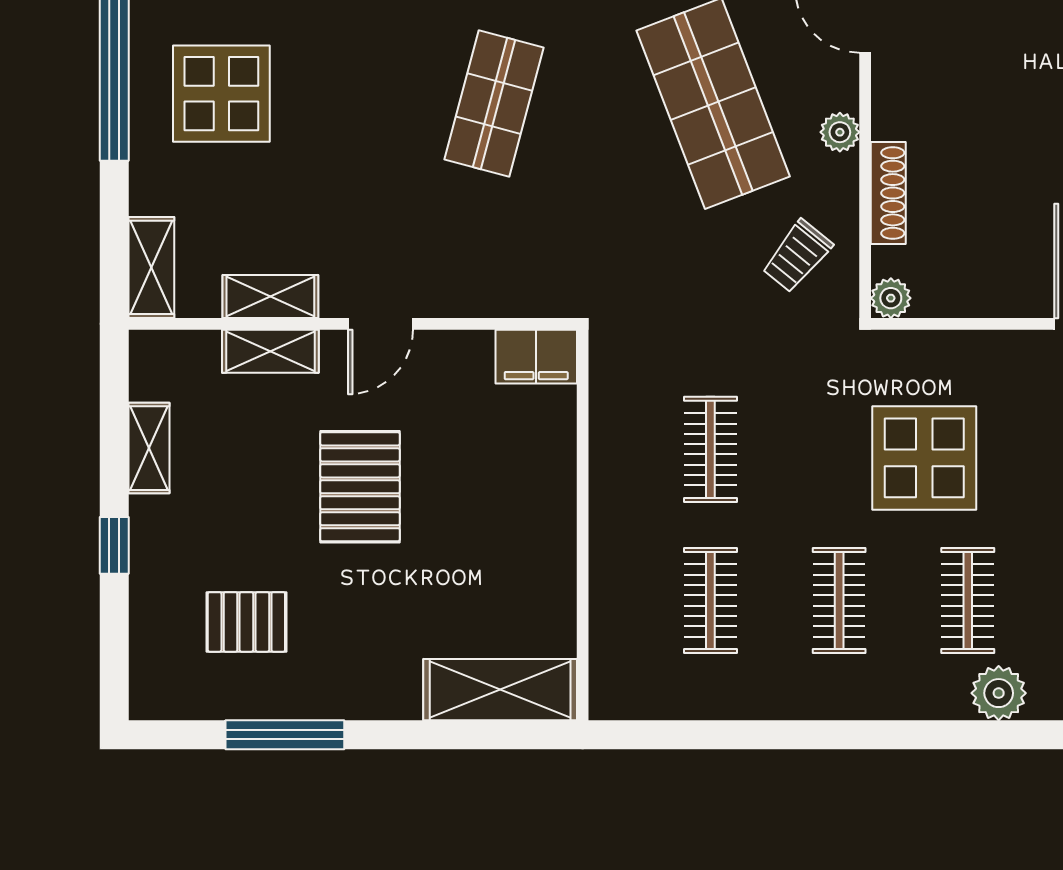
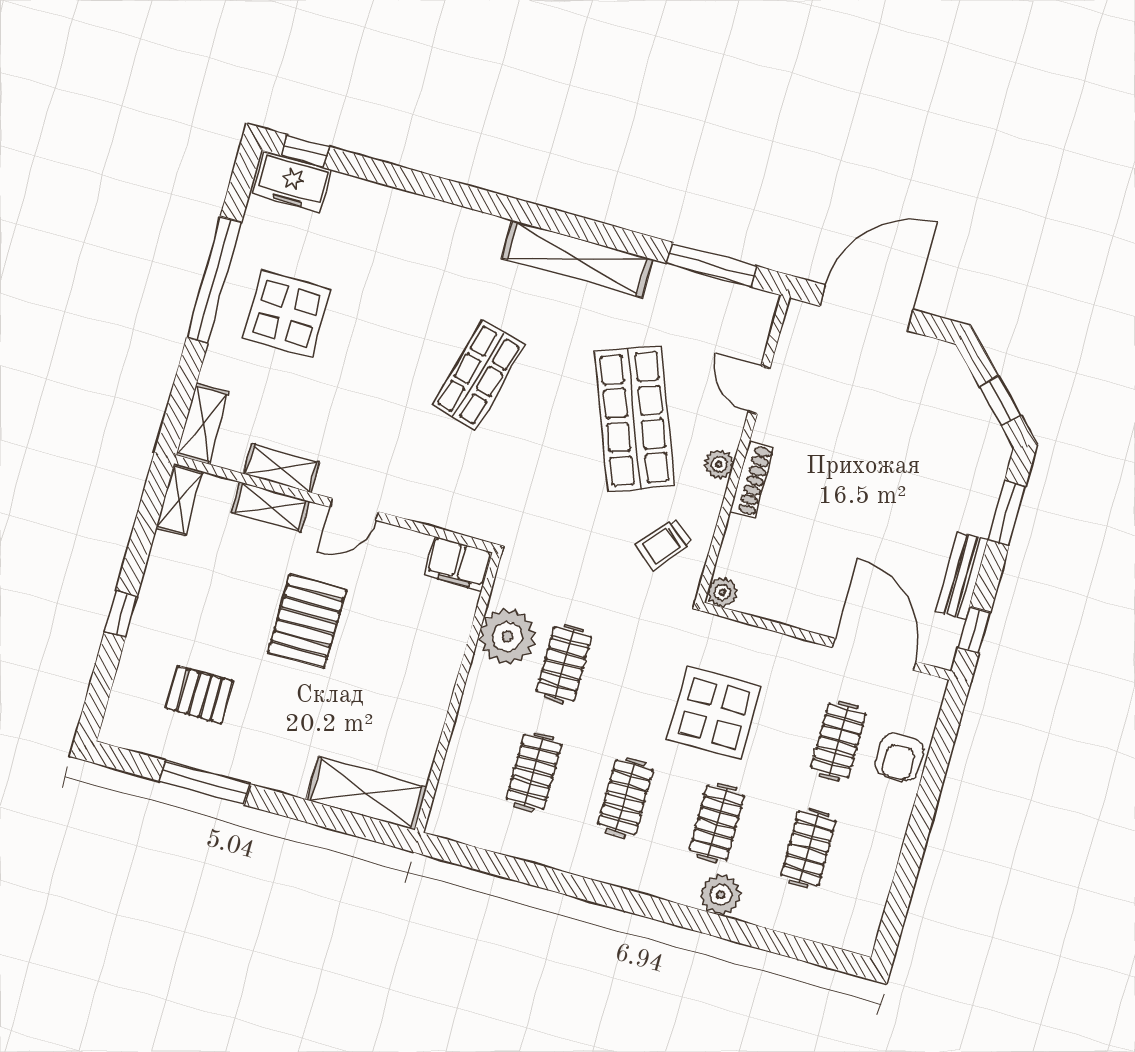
shoe rack: (888, 193) -> (752, 480), moved
plant: (627, 434) -> (507, 636), added
shelving: (149, 448) -> (179, 500), moved

